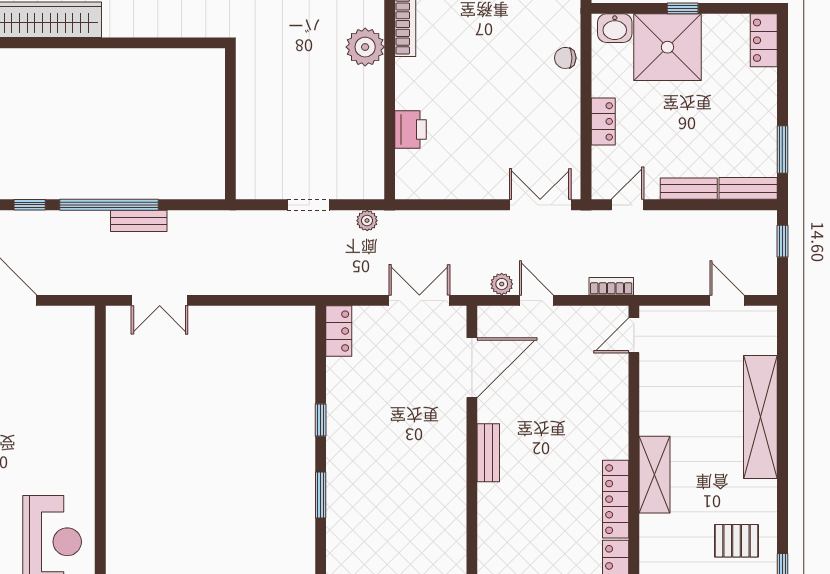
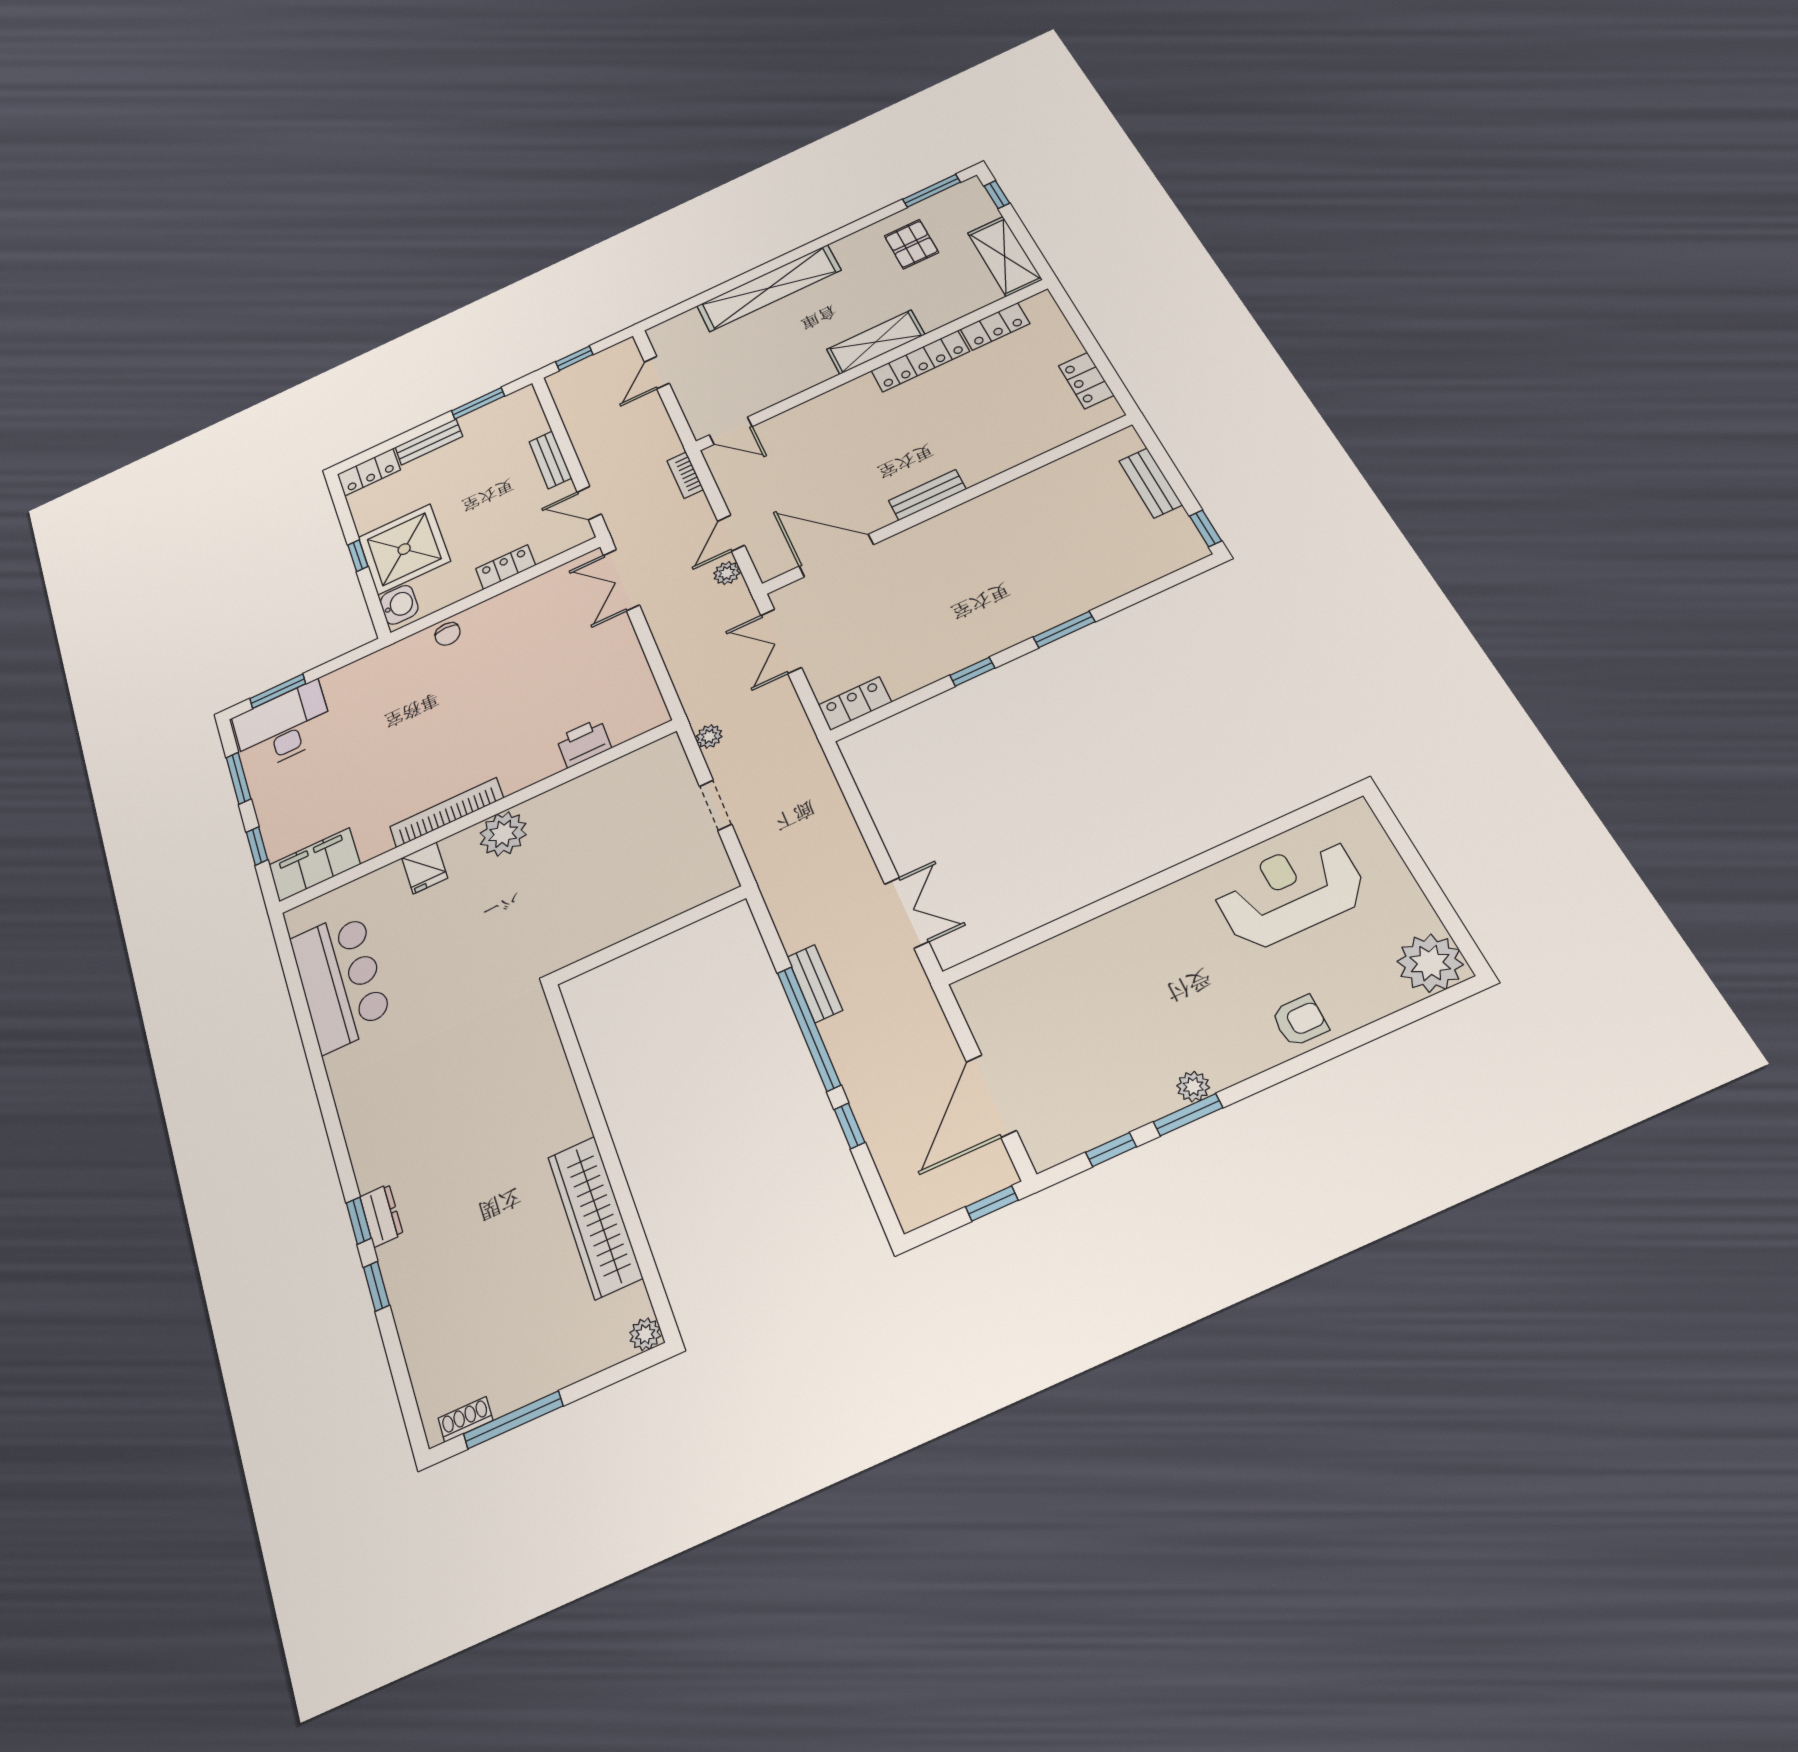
bench: (748, 188) -> (429, 442), moved, turned 90

